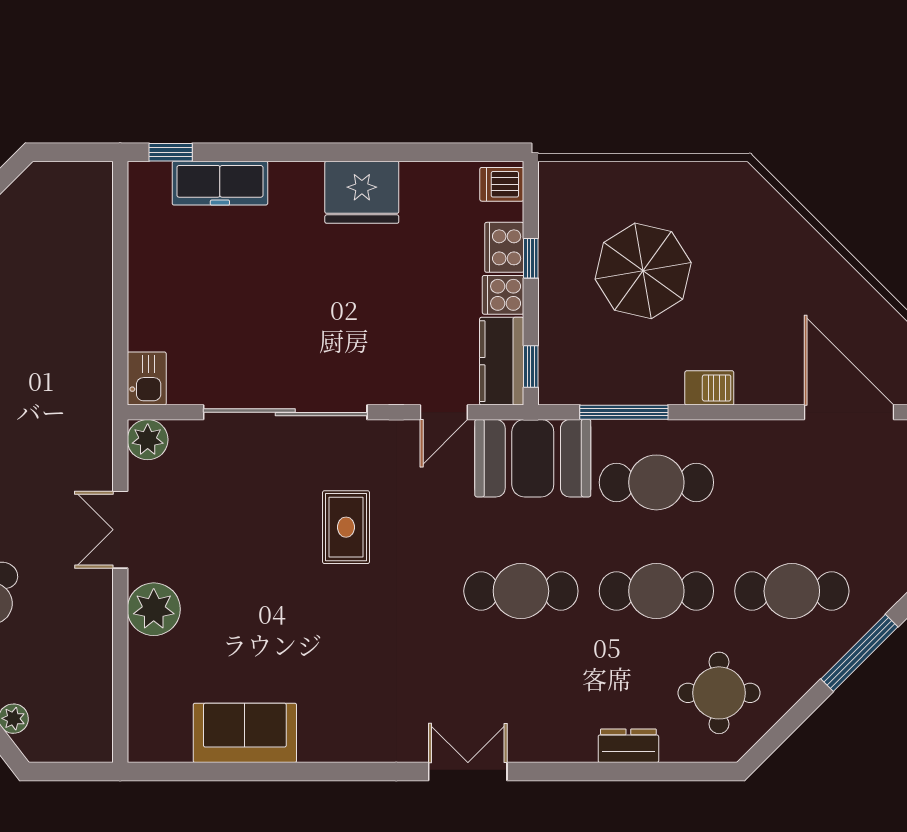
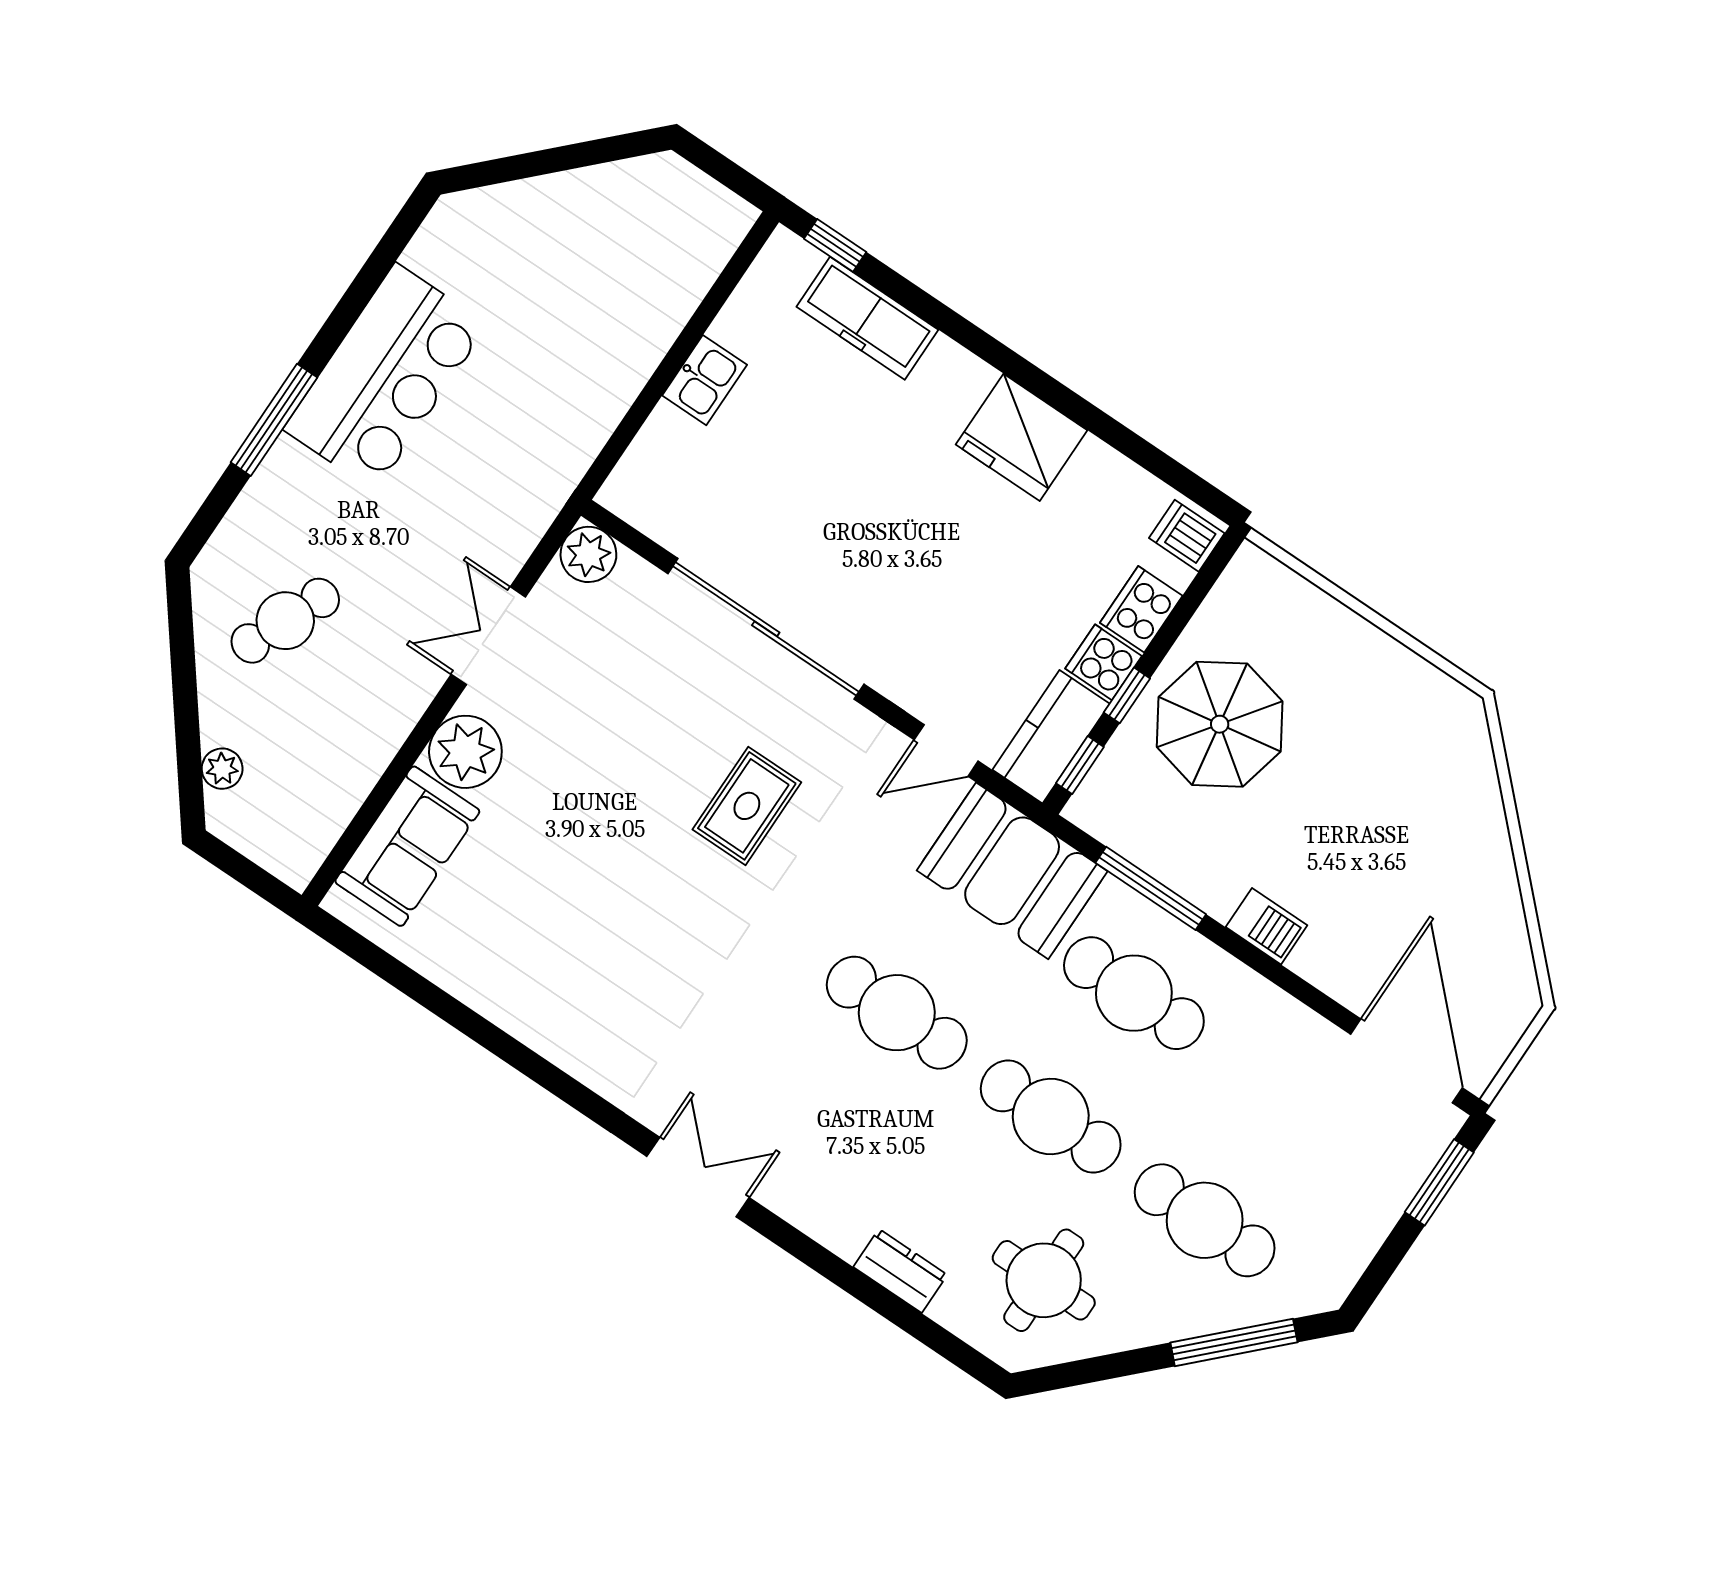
window: (531, 258) -> (1127, 695), moved
parasol: (643, 271) -> (1220, 724), moved
kitchen sink: (147, 378) -> (705, 380), moved
sofa: (245, 733) -> (407, 846), moved, turned 90

